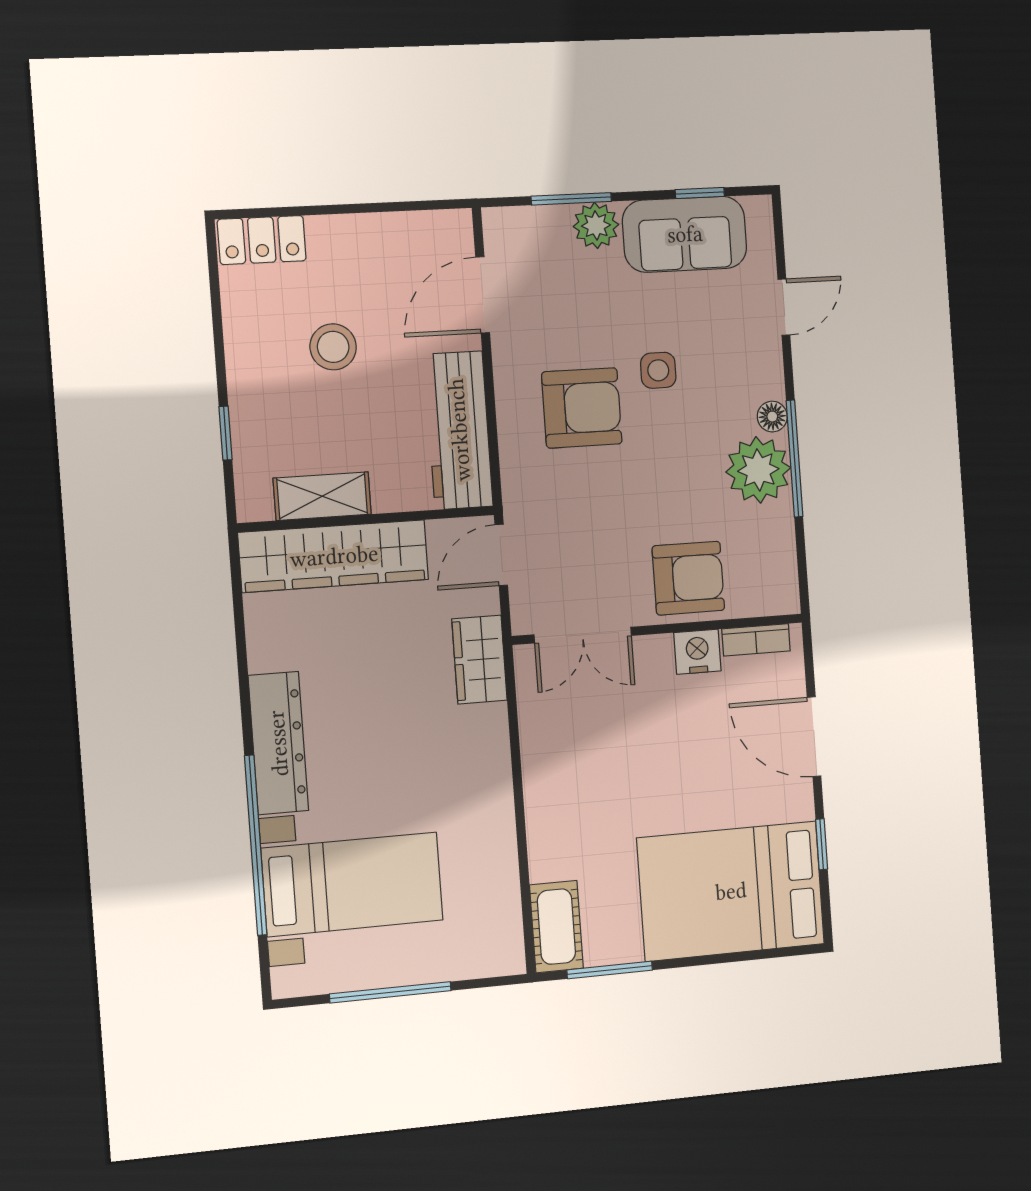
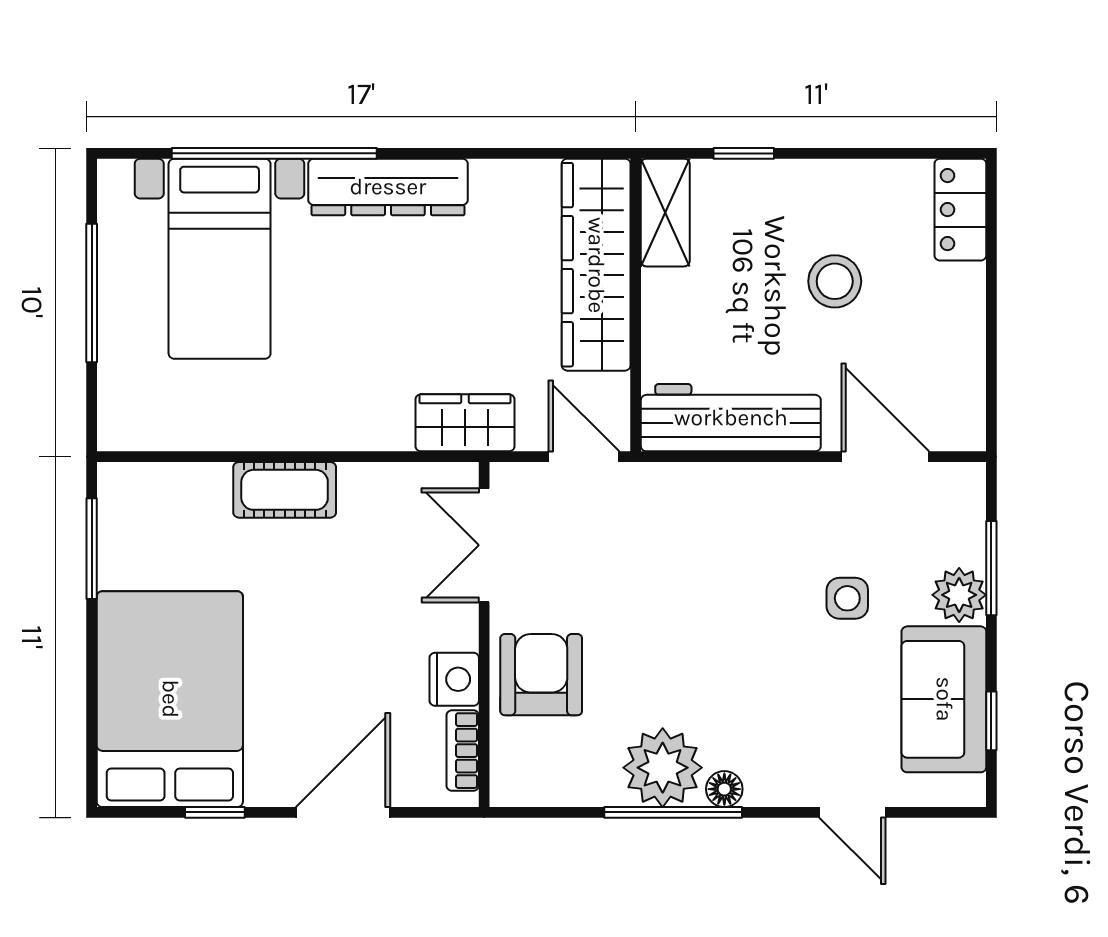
side table: (658, 370) -> (847, 598), moved
armchair: (582, 408) -> (748, 563), removed
shelving: (322, 496) -> (665, 213), moved
armchair: (688, 578) -> (541, 675), turned 180
cot: (556, 927) -> (285, 490), moved

